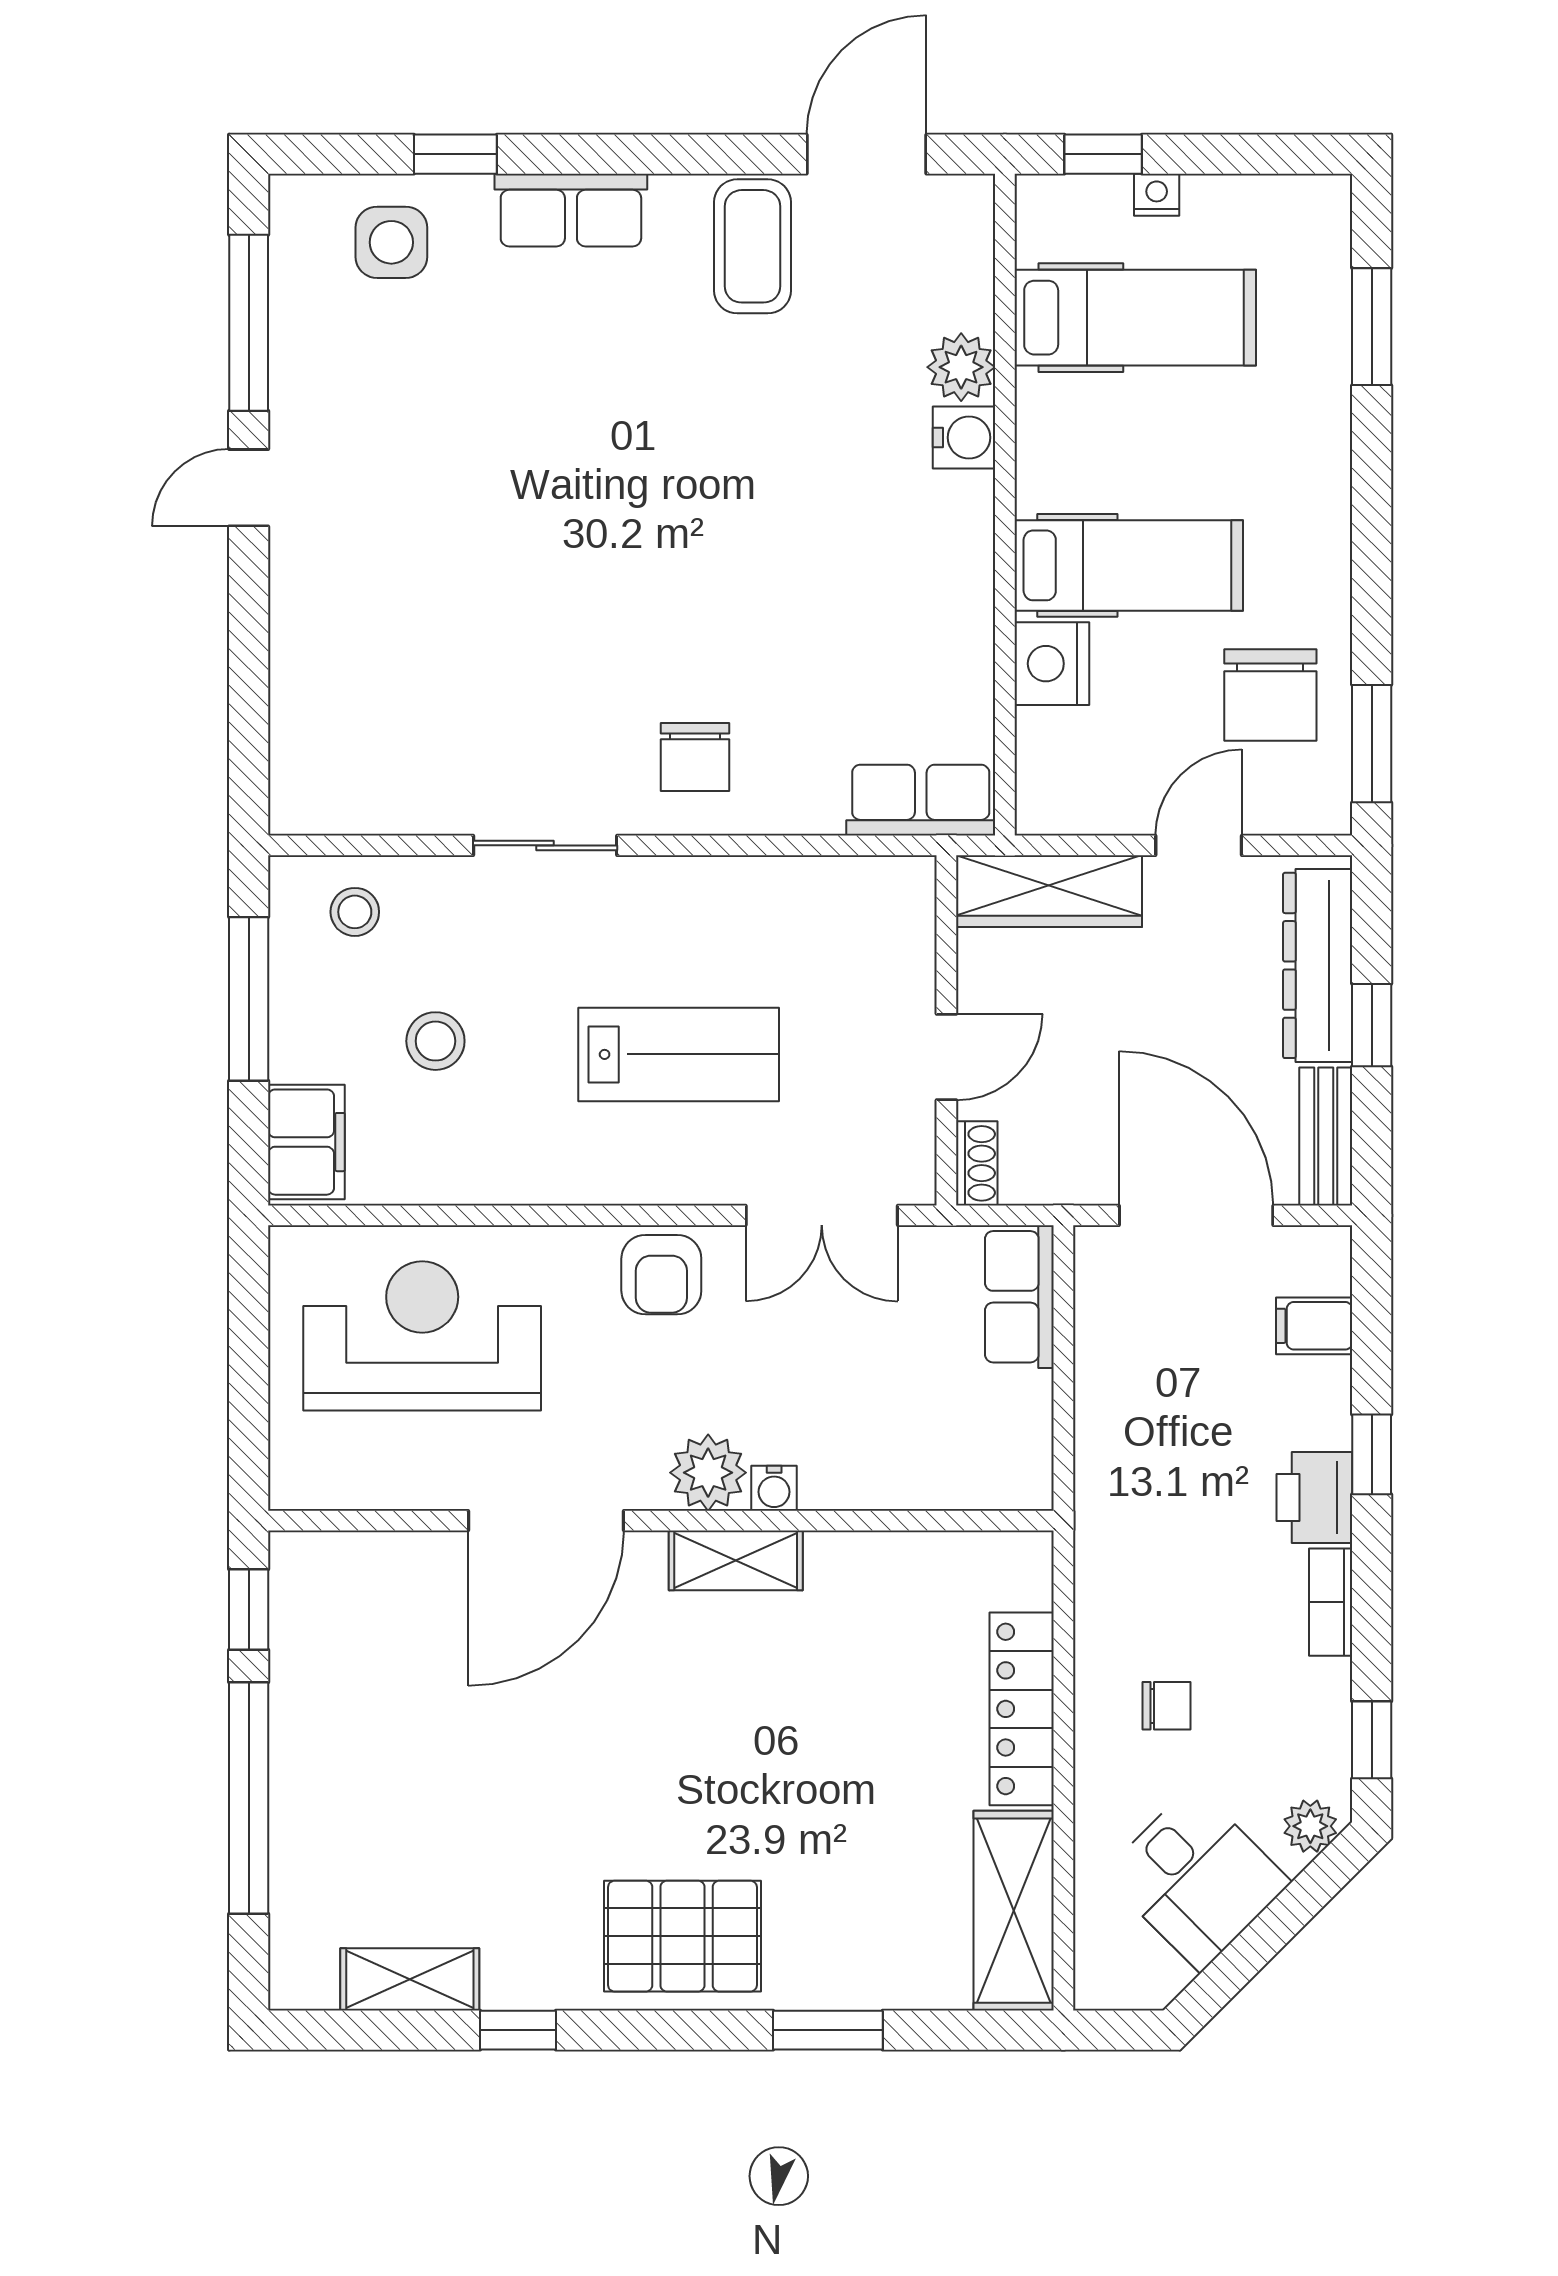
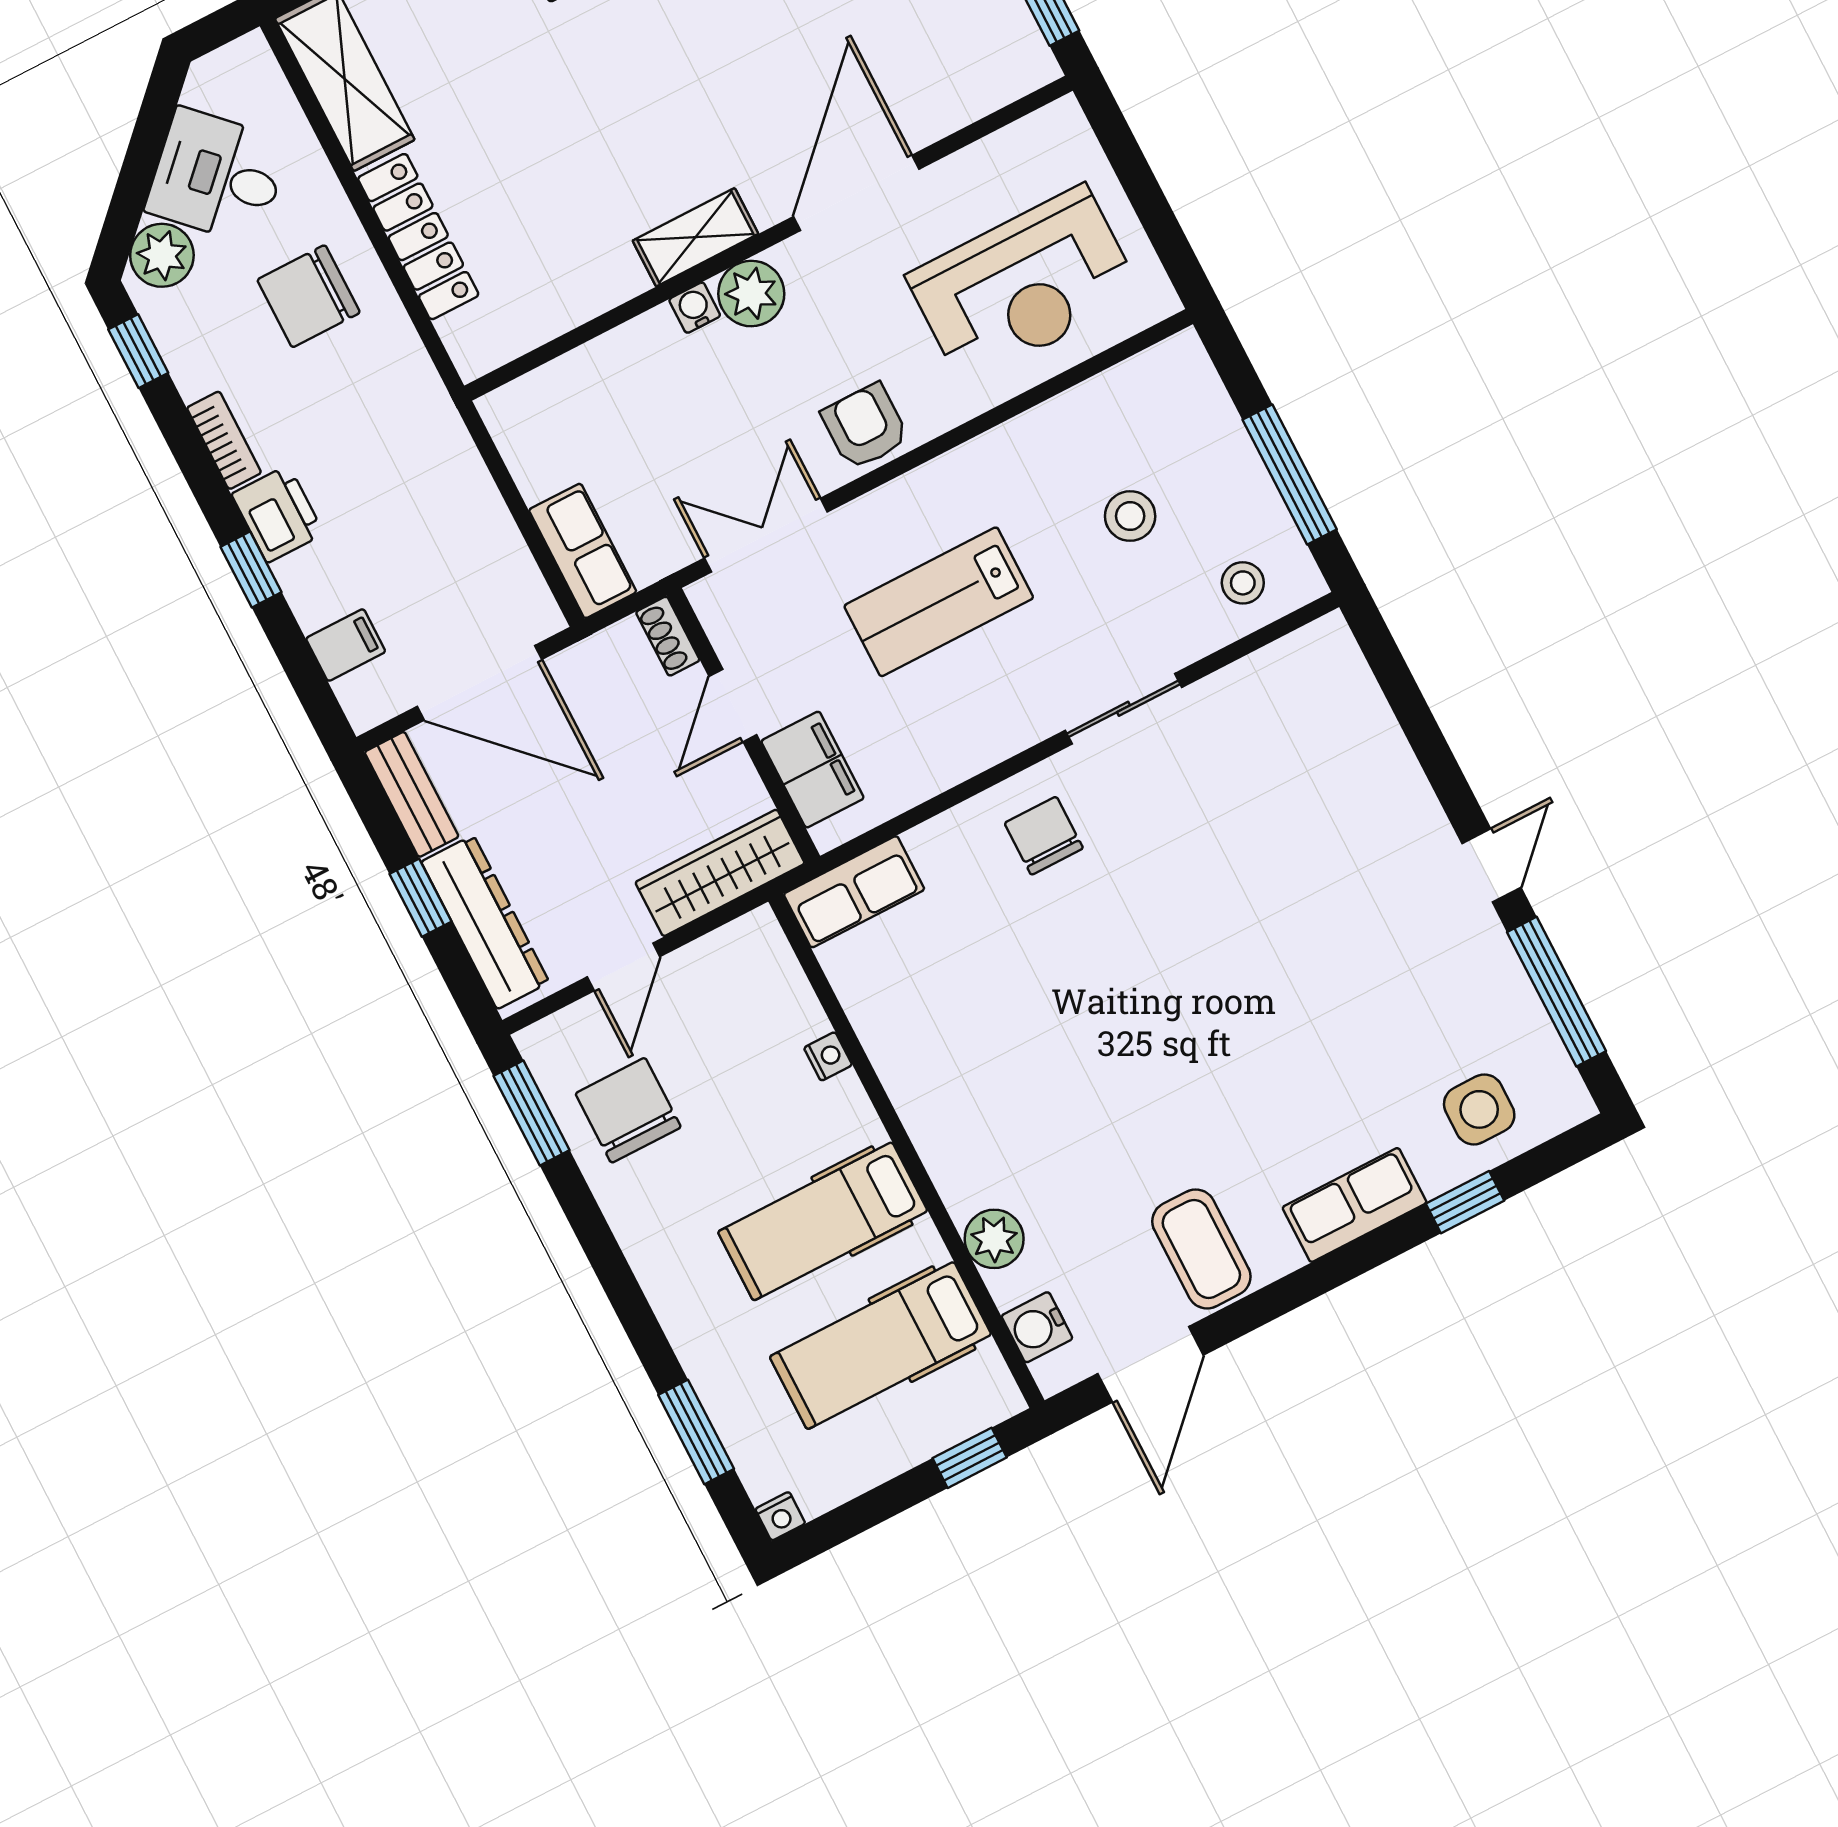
nightstand: (1157, 195) -> (780, 1516), moved
water cooler: (964, 438) -> (1037, 1327), moved
hospital bed: (1129, 565) -> (823, 1221), moved
nightstand: (1052, 664) -> (828, 1056), width x0.53, depth x0.56
filing cabinet: (306, 1142) -> (813, 770), moved, turned 180
chair: (1167, 1706) -> (309, 296), width x1.87, depth x1.87
plant: (1310, 1826) -> (162, 255), width x1.38, depth x1.38

